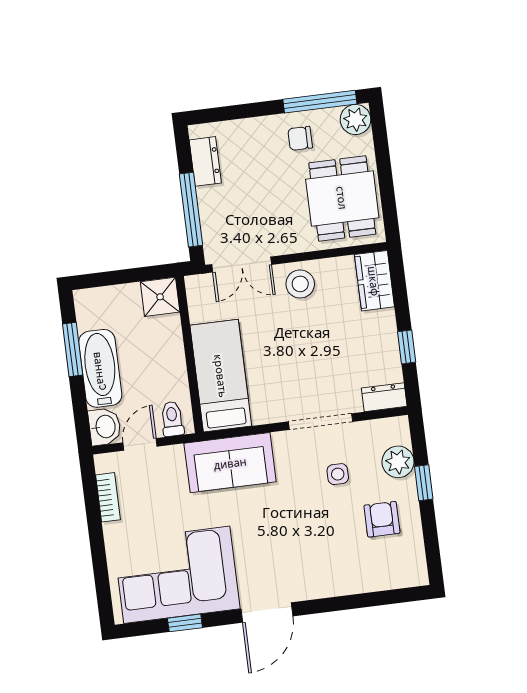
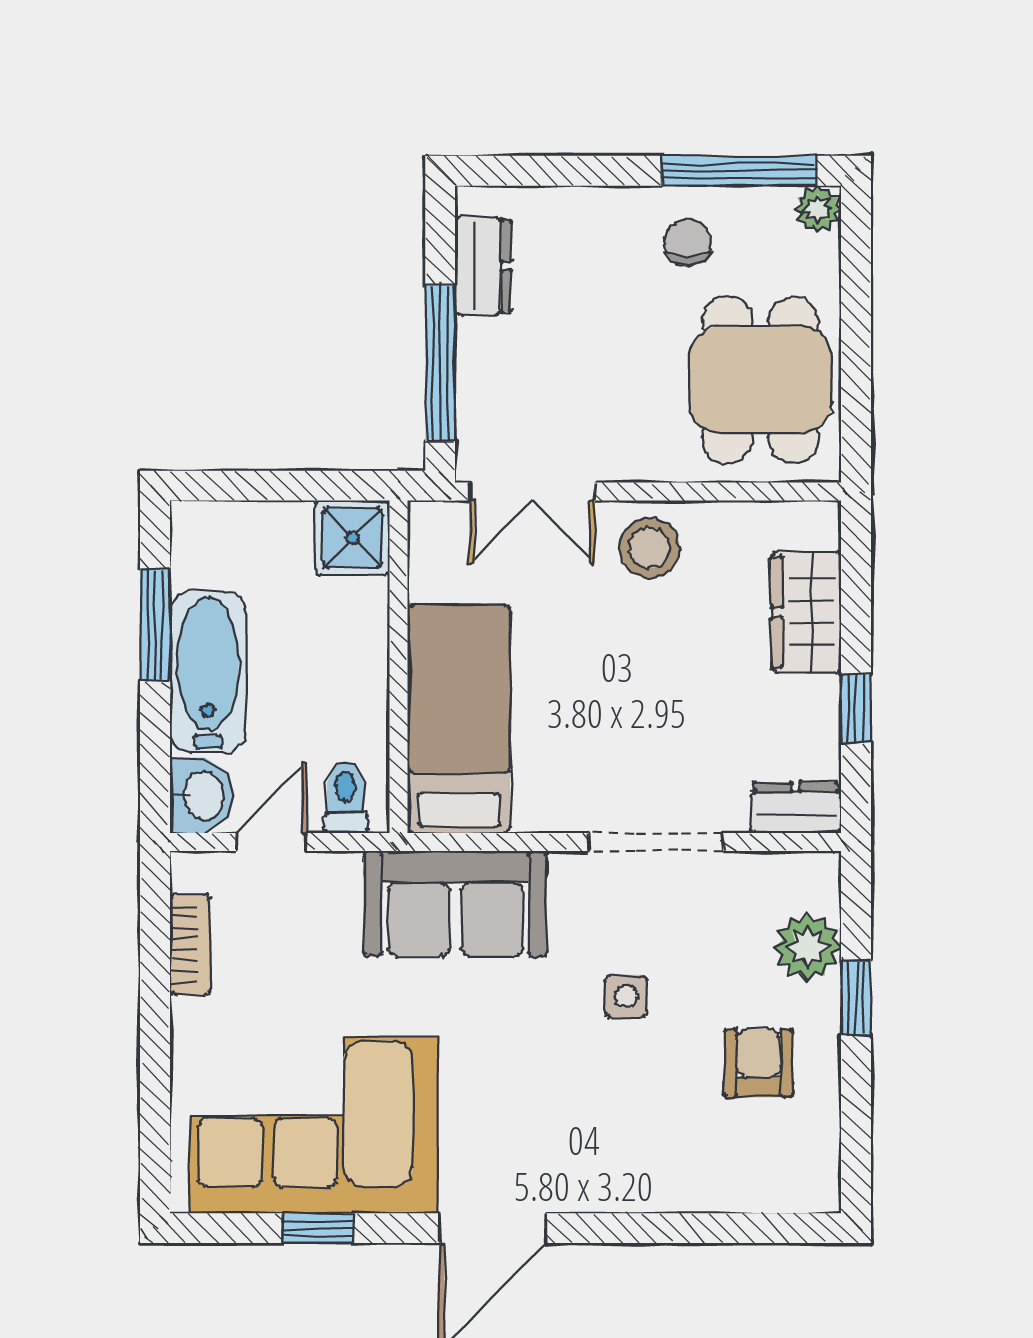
plant: (355, 119) -> (818, 209), width x0.73, depth x0.73
chair: (300, 138) -> (688, 243), turned 90
wardrobe: (374, 281) -> (806, 612), moved
side table: (338, 474) -> (626, 996), moved

